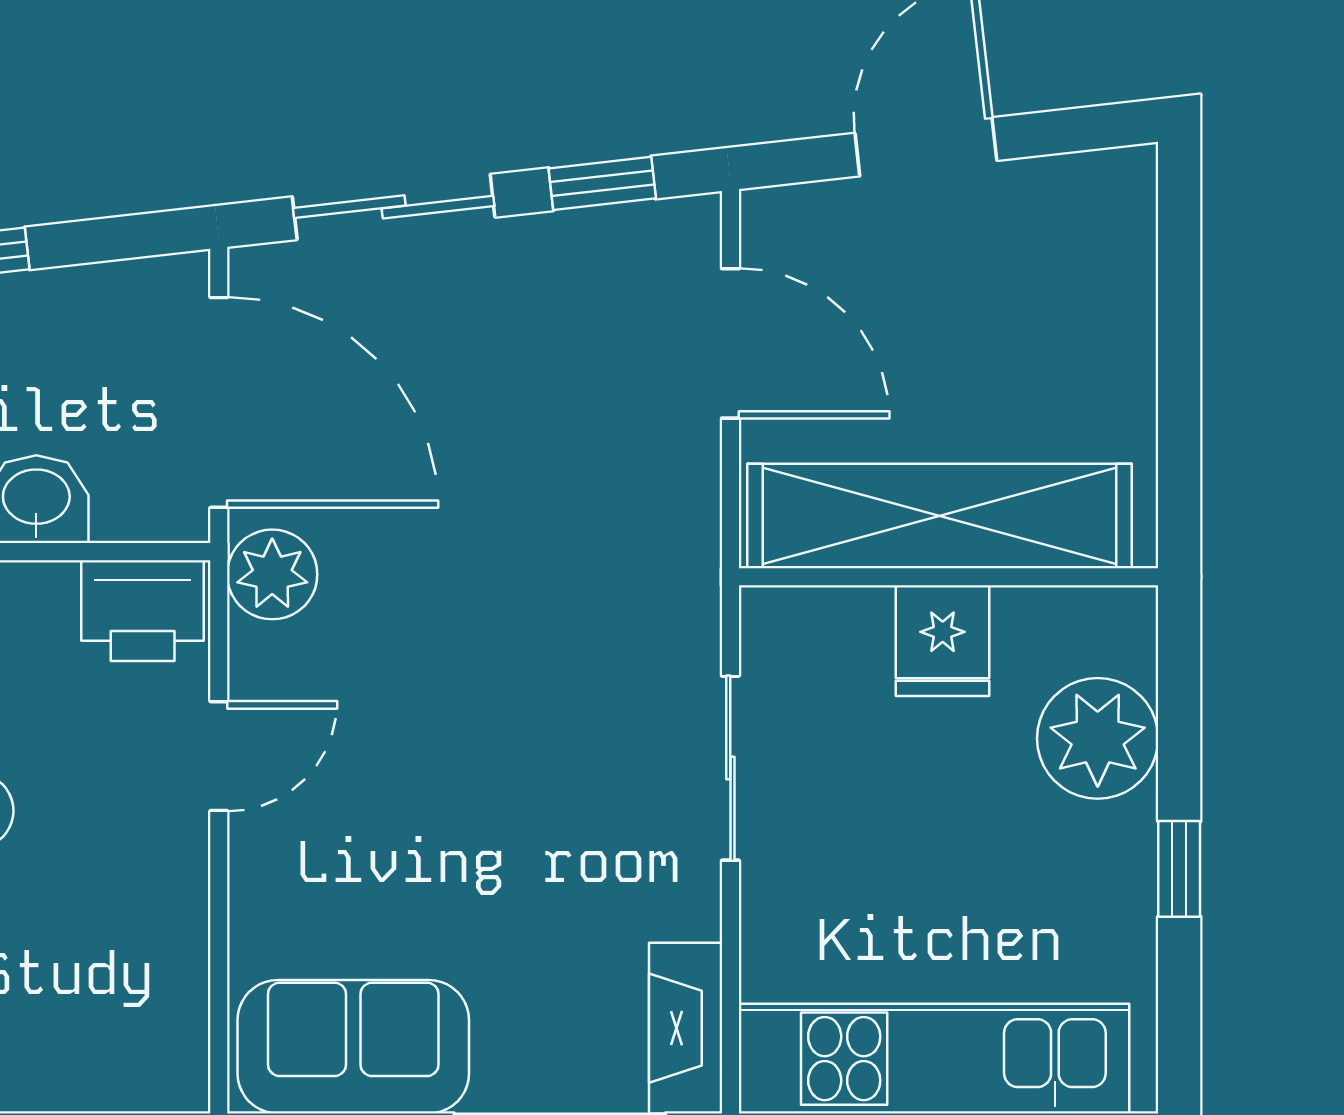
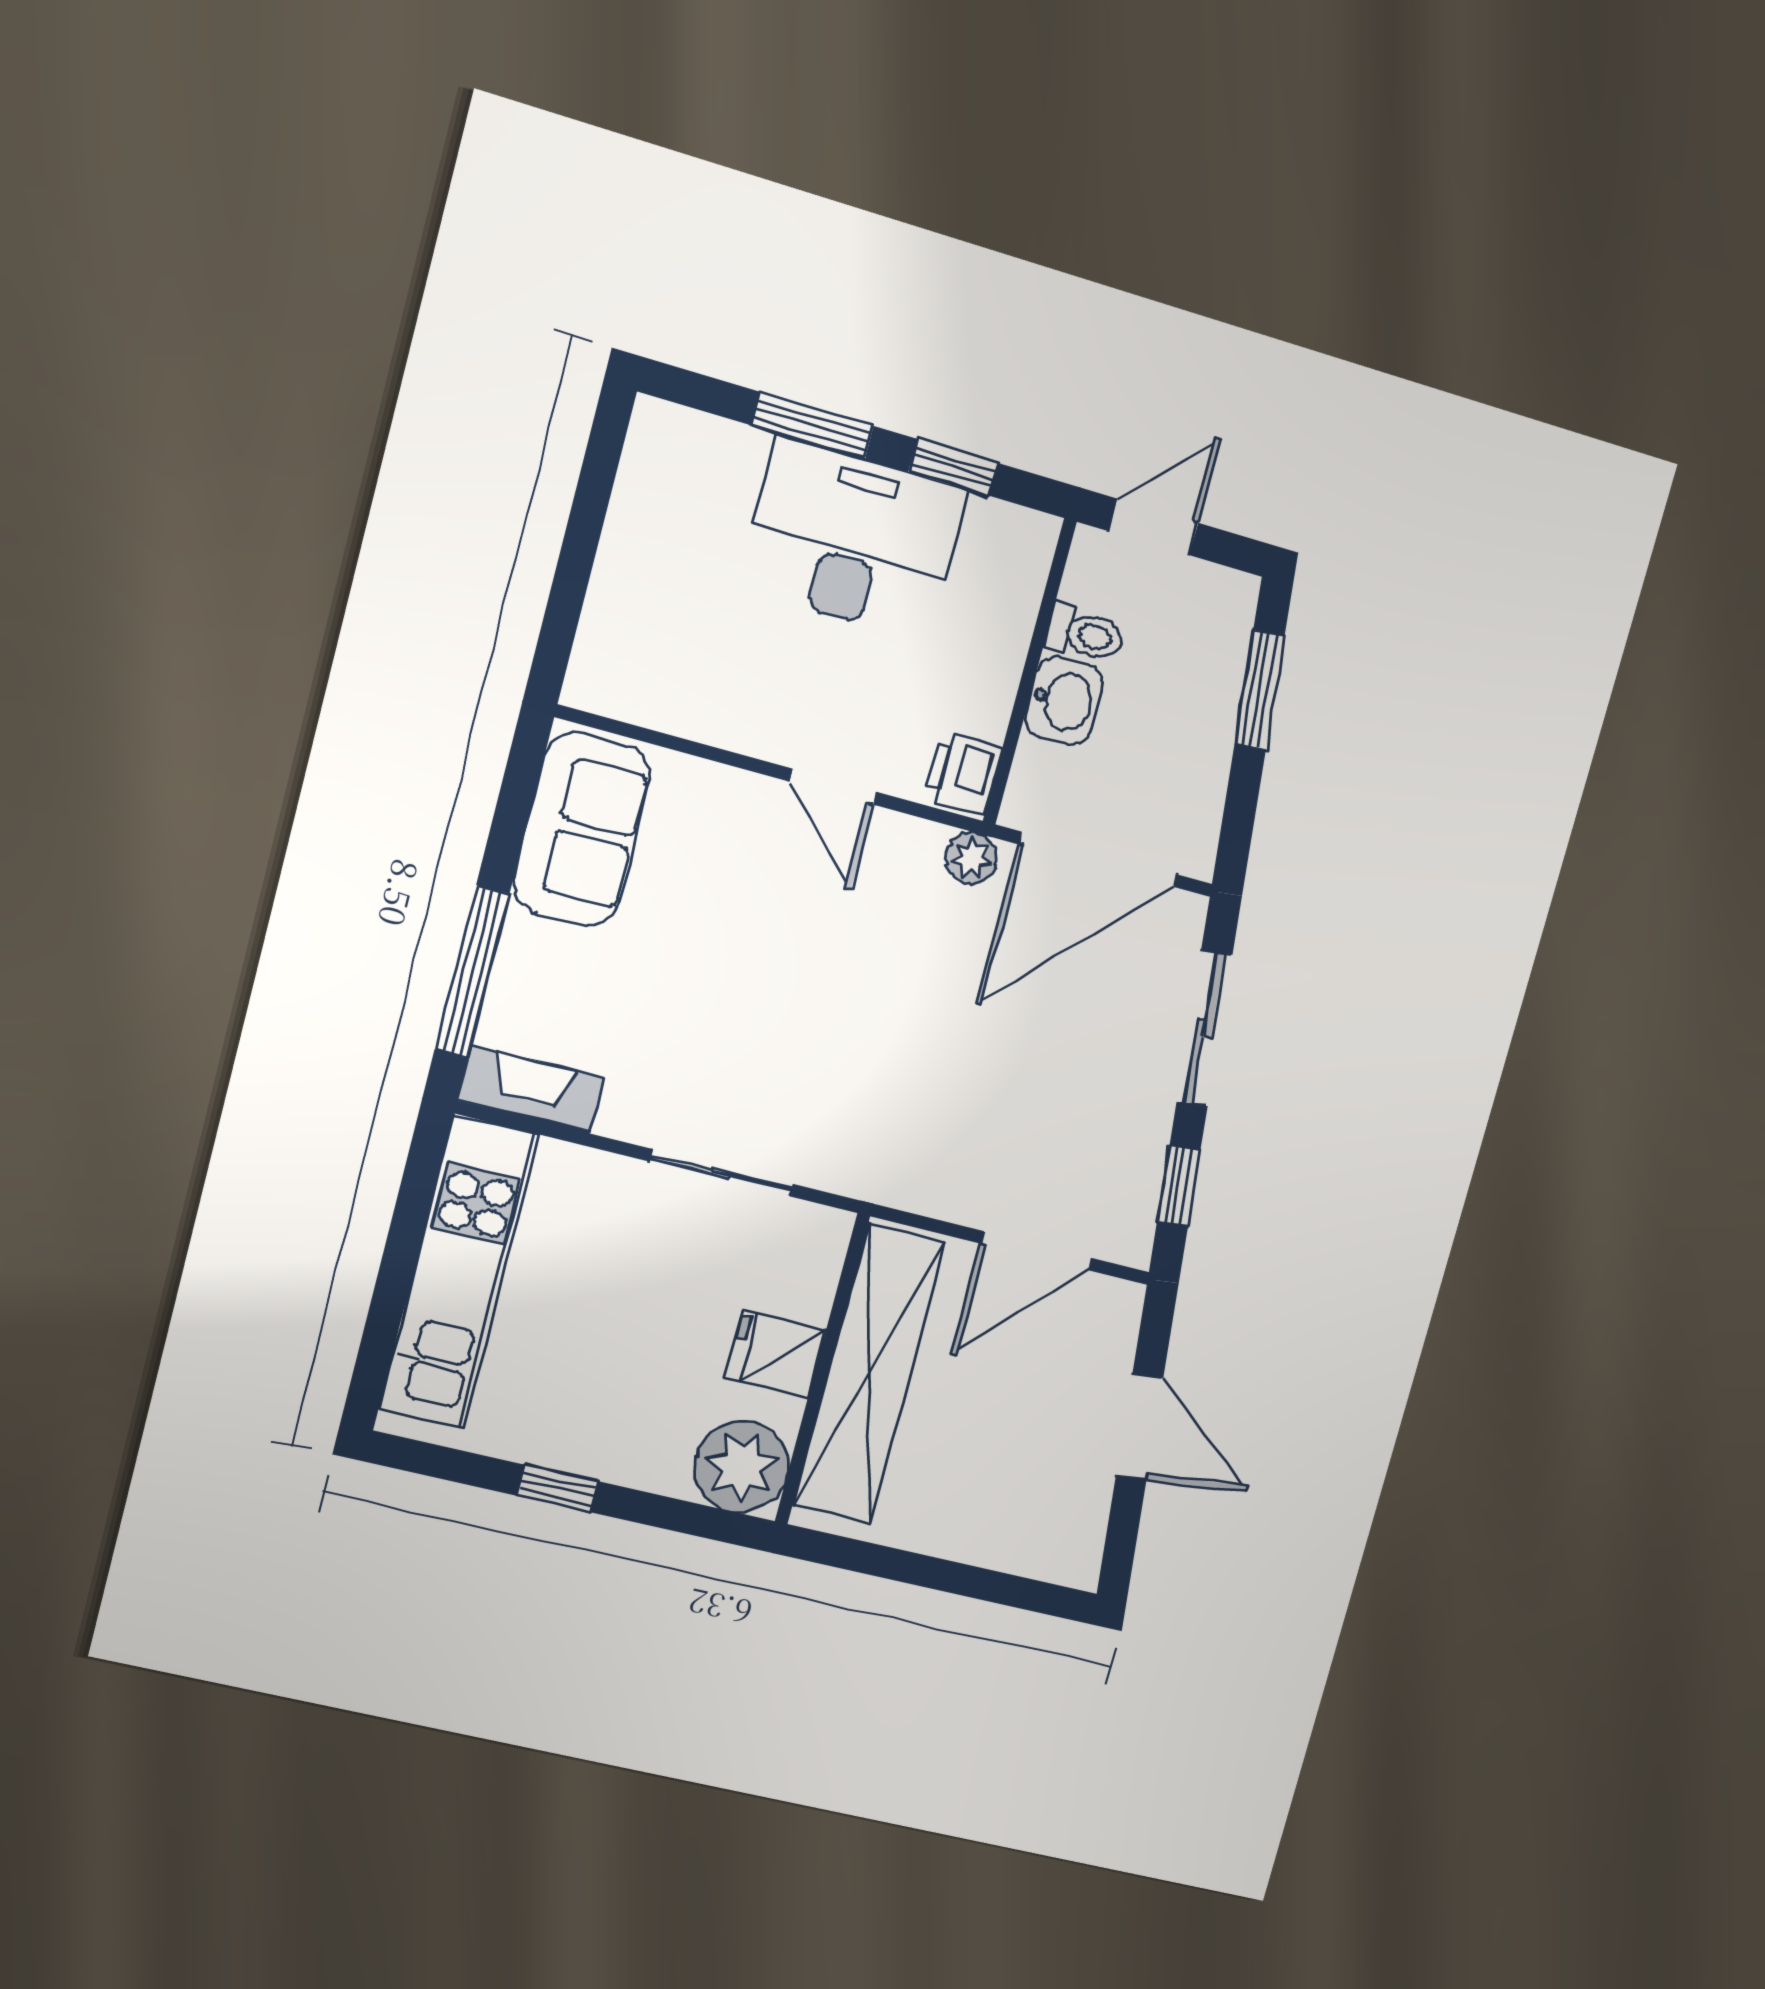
plant: (272, 574) -> (971, 858), width x0.73, depth x0.73
printer: (143, 611) -> (963, 773), width x0.73, depth x0.81
plant: (1098, 738) -> (742, 1467), moved

